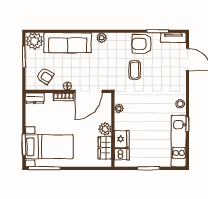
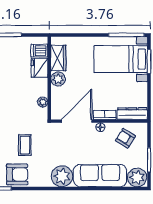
plant: (102, 38) -> (62, 176), width x1.88, depth x1.88
dresser: (35, 98) -> (132, 114), width x1.44

